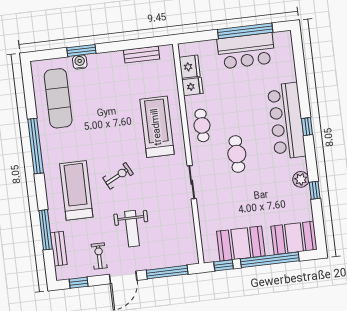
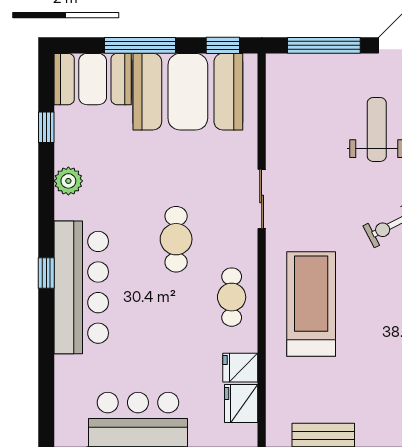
treadmill: (157, 127) -> (311, 304), turned 180
window: (315, 190) -> (46, 127), moved
booth: (241, 244) -> (188, 92), width x1.36, depth x1.42
window: (270, 260) -> (140, 45), width x0.68

